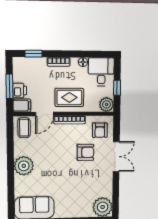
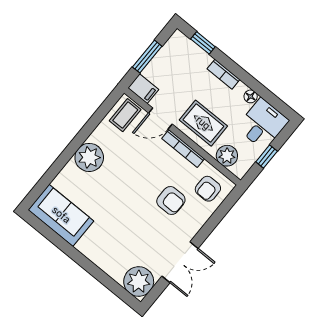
printer: (20, 91) -> (154, 70), removed
plant: (107, 104) -> (227, 156), moved
double door: (116, 157) -> (180, 262), moved

